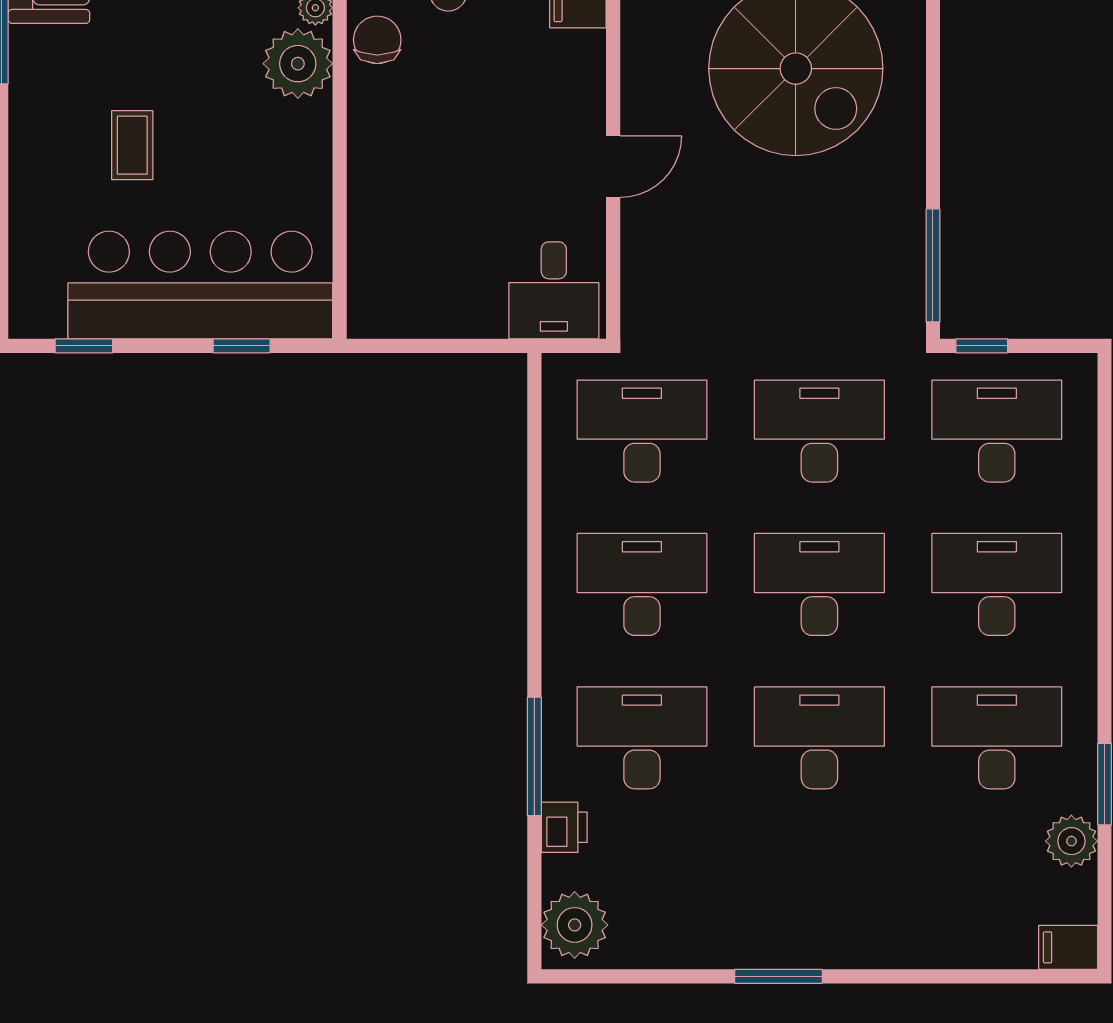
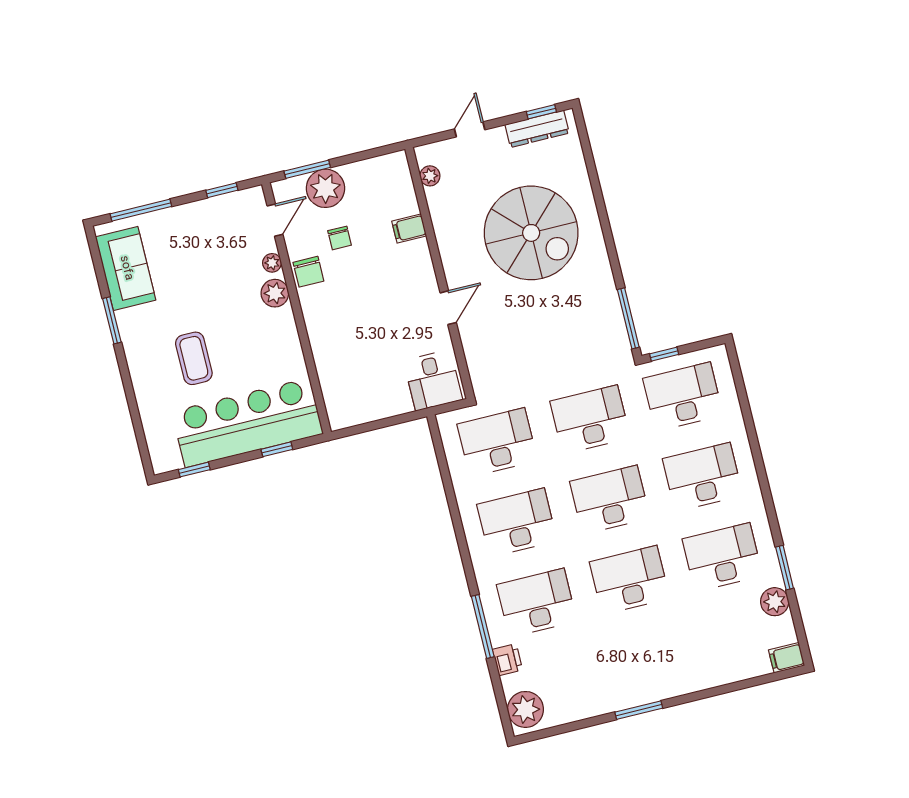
chair: (377, 40) -> (308, 272), turned 180
plant: (298, 64) -> (275, 293), width x0.73, depth x0.73
coffee table: (132, 145) -> (194, 358), width x1.36, depth x1.30

